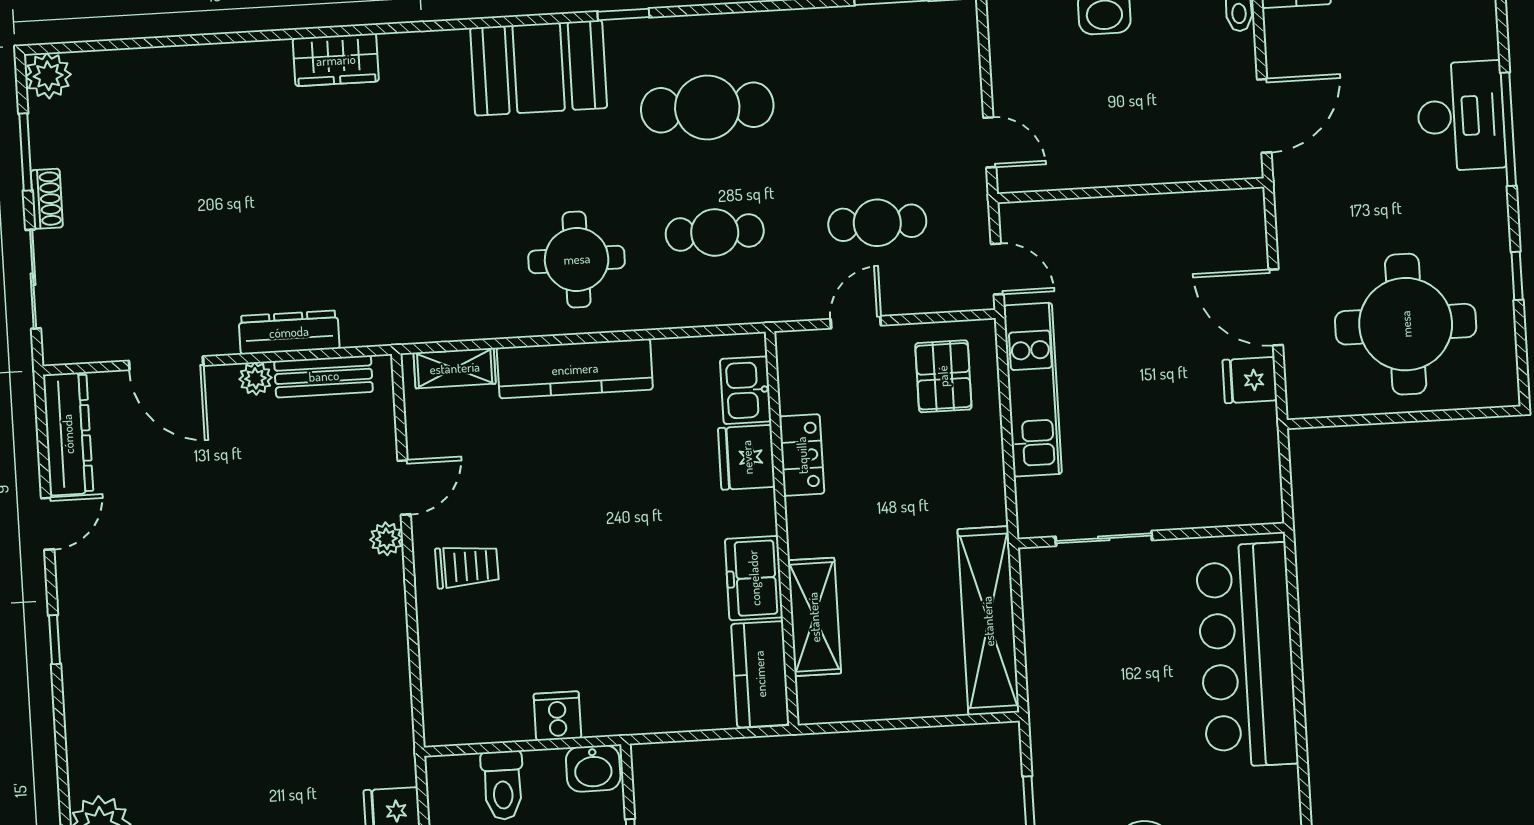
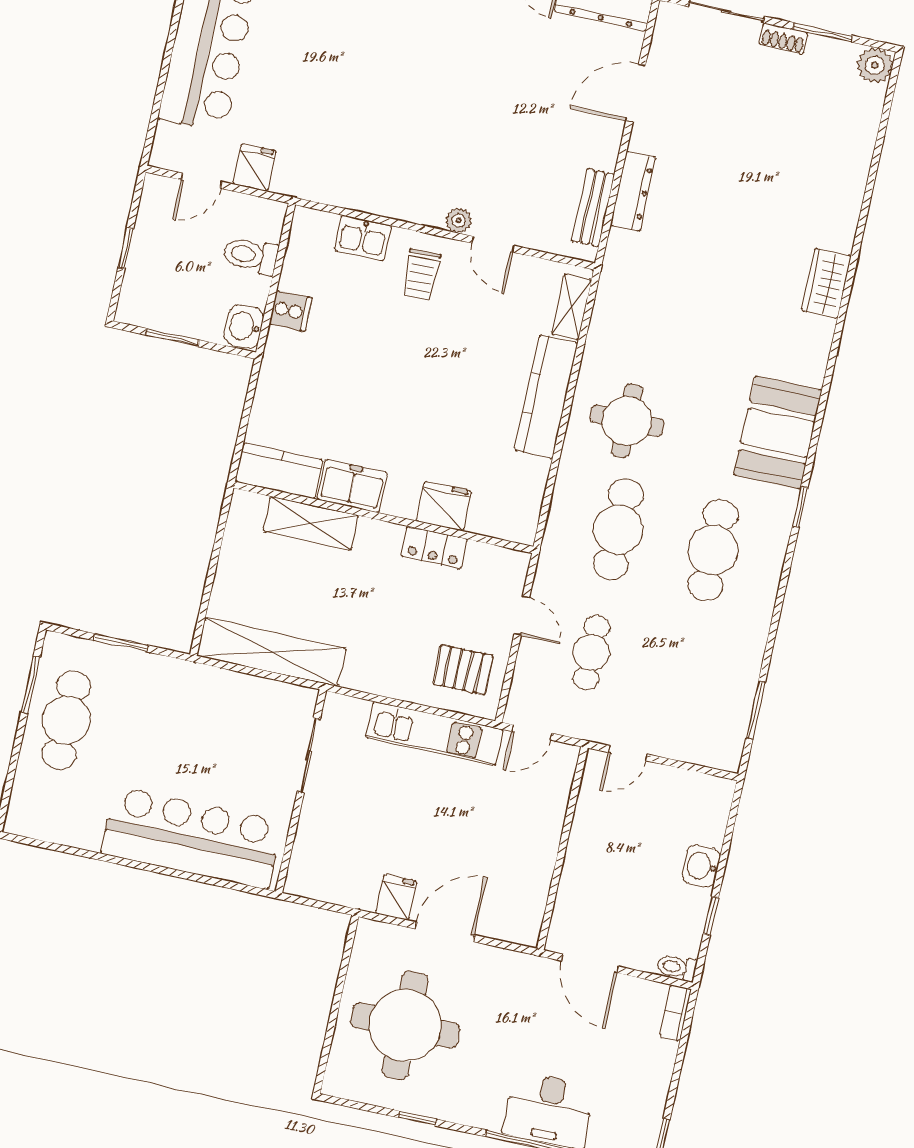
cafe table: (715, 232) -> (618, 529), width x1.37, depth x1.35
plant: (255, 378) -> (606, 156), removed
kitchen sink: (746, 390) -> (363, 238), moved, turned 180

